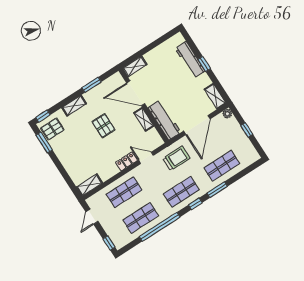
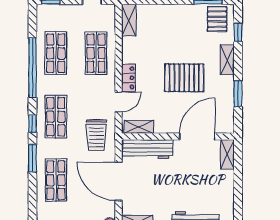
window: (43, 116) -> (238, 32), moved
shelving: (144, 119) -> (139, 127), moved
pallet: (104, 126) -> (184, 78), width x1.50, depth x1.42

